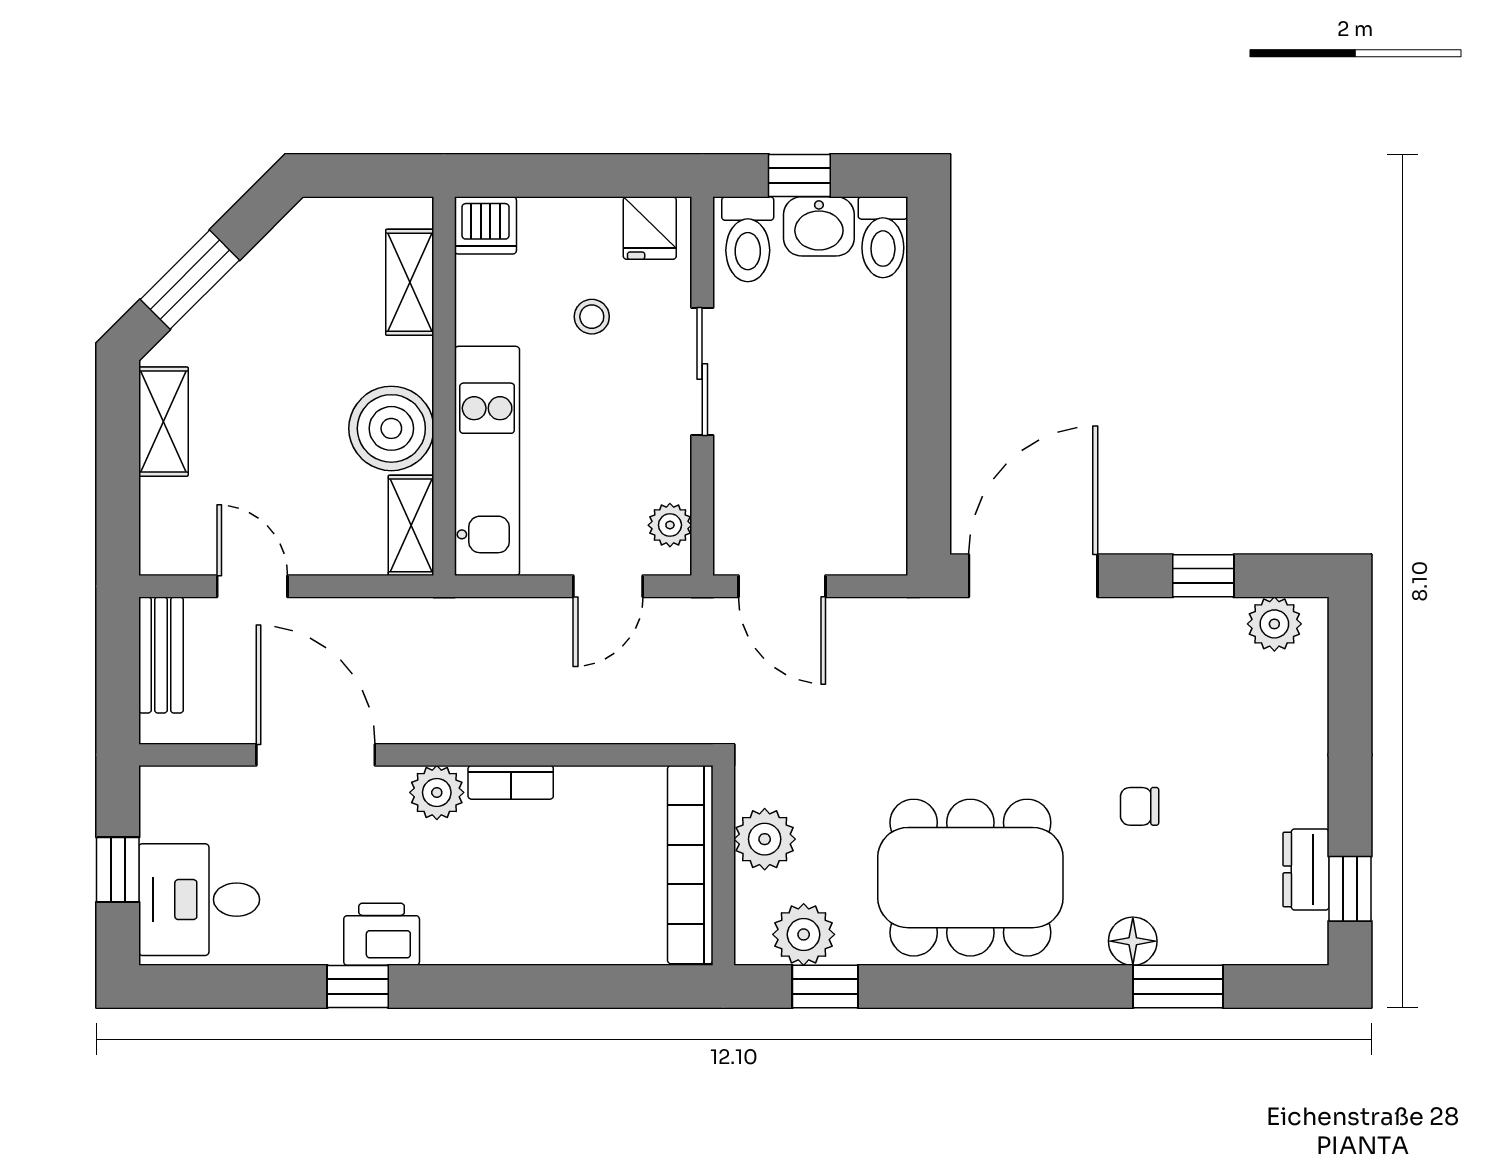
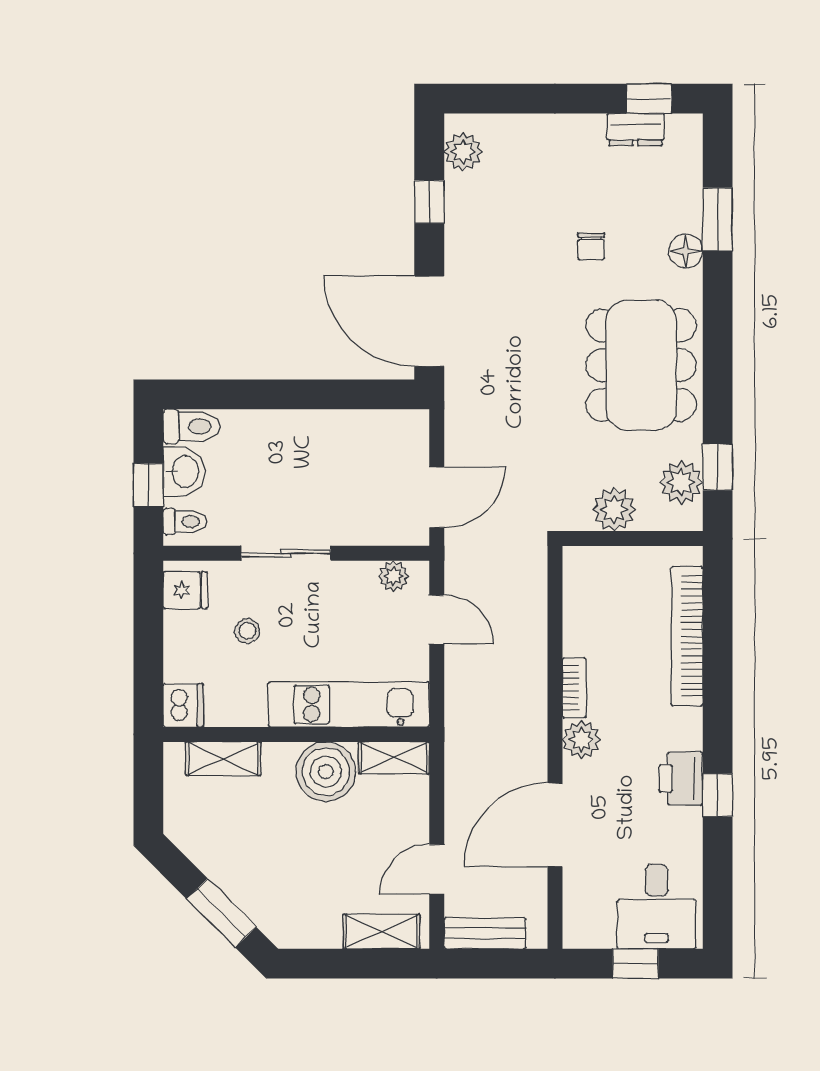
toilet: (748, 239) -> (185, 521), width x0.73, depth x0.72
shelving: (163, 422) -> (381, 932), moved
bookcase: (690, 865) -> (687, 636), moved, turned 90

